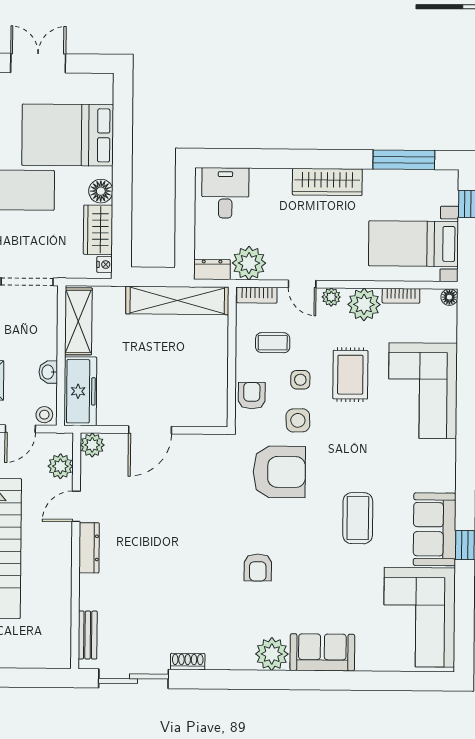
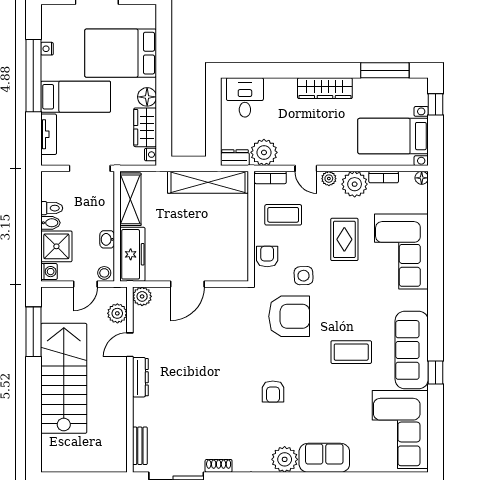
coffee table: (273, 343) -> (283, 215), width x1.36, depth x1.30
side table: (300, 380) -> (305, 244), removed
coffee table: (358, 518) -> (351, 352), turned 90
sofa: (435, 529) -> (412, 350), width x1.36

